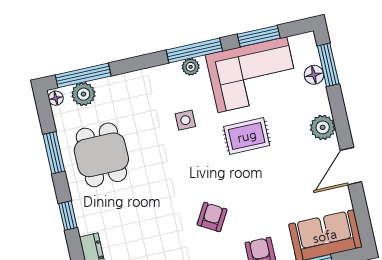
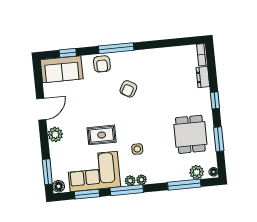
plant: (172, 71) -> (142, 180), added
window: (83, 75) -> (184, 185), moved
floor lamp: (314, 75) -> (59, 186), moved

